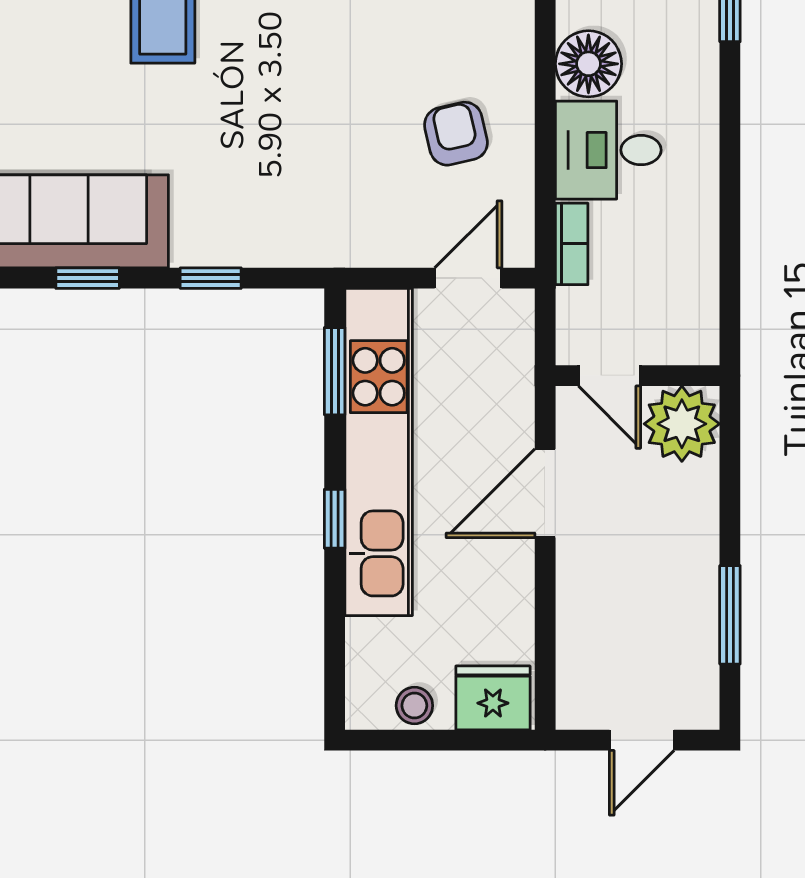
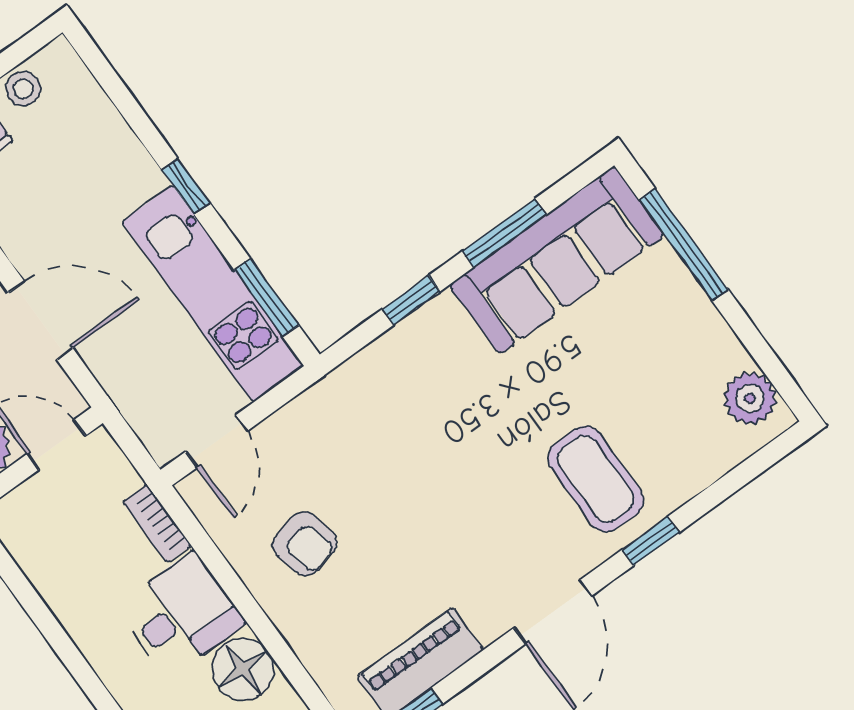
window: (88, 278) -> (504, 233), width x1.50
kitchen unit: (379, 452) -> (213, 294), width x0.73
door: (545, 493) -> (41, 321), hinge flipped

